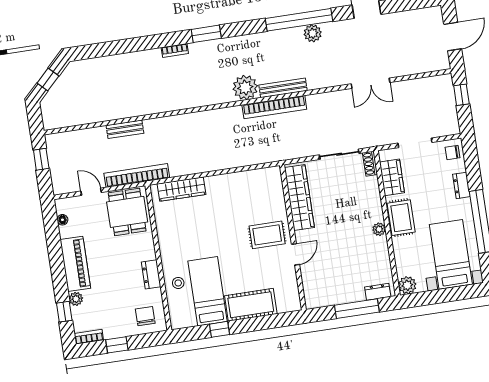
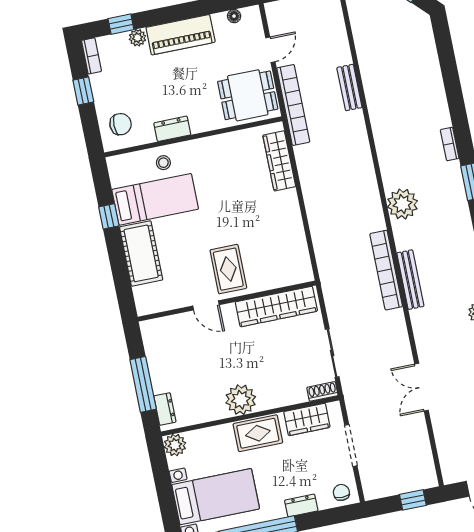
plant: (245, 88) -> (402, 204), moved
plant: (379, 229) -> (241, 400), width x1.87, depth x1.87

